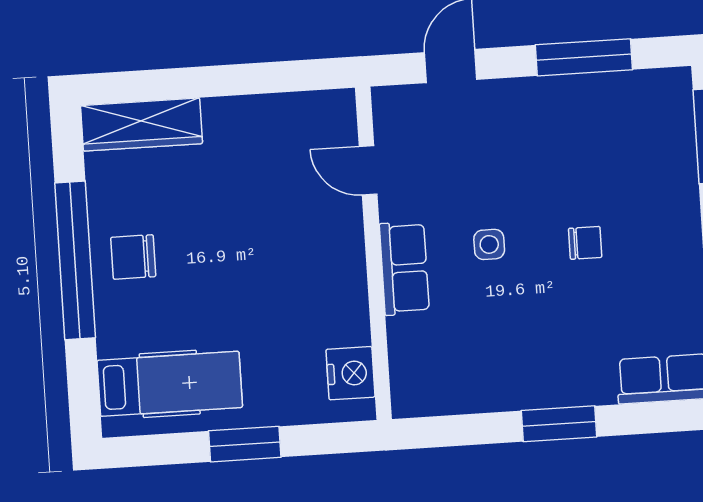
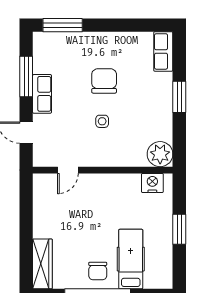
chair: (585, 243) -> (104, 81), width x1.87, depth x1.87
row of seats: (404, 268) -> (42, 94), moved, turned 90
hospital bed: (170, 384) -> (131, 259), moved
plant: (420, 387) -> (160, 154), added

